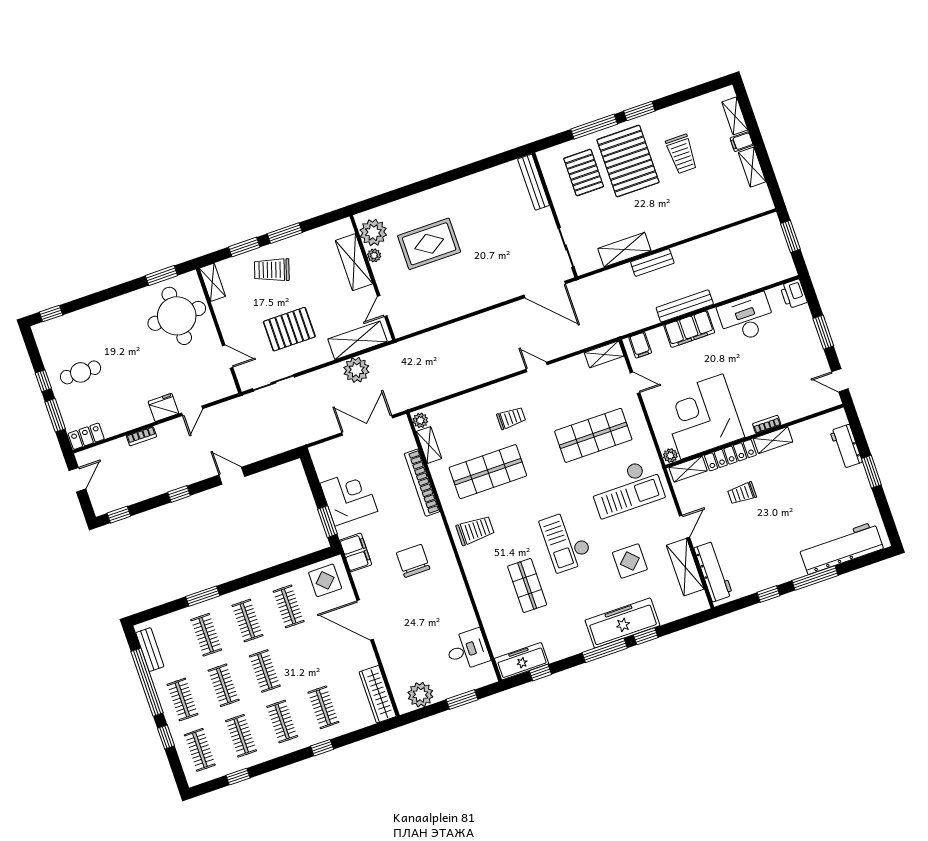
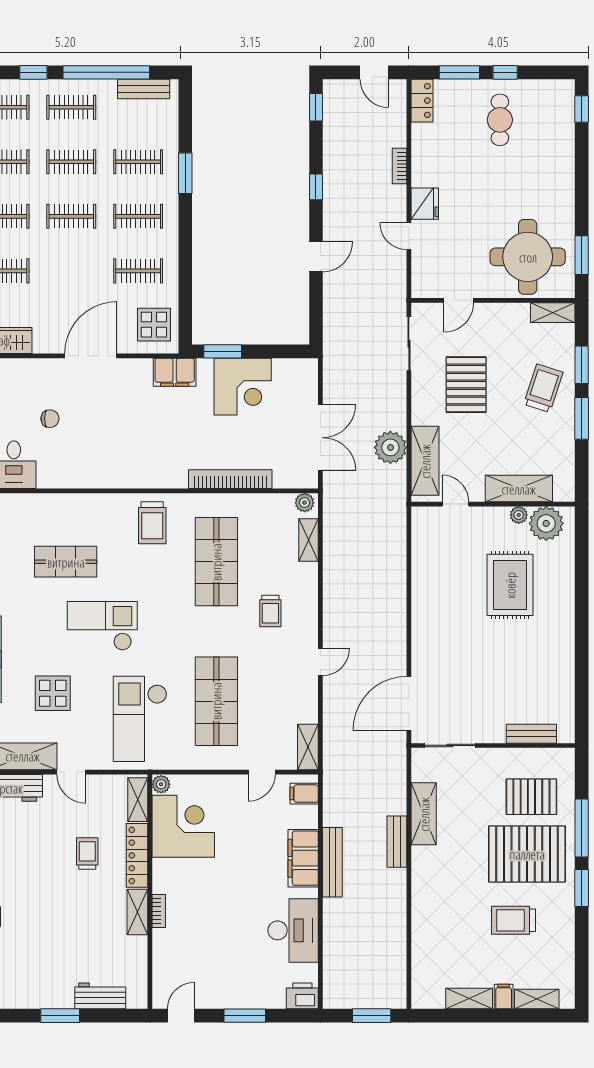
bench: (534, 182) -> (531, 734), width x0.73
corner desk: (702, 417) -> (183, 826), width x0.74, depth x0.74
shelving: (429, 445) -> (309, 540), moved, turned 90
chair: (413, 561) -> (50, 419), moved, width x0.54, depth x0.54

